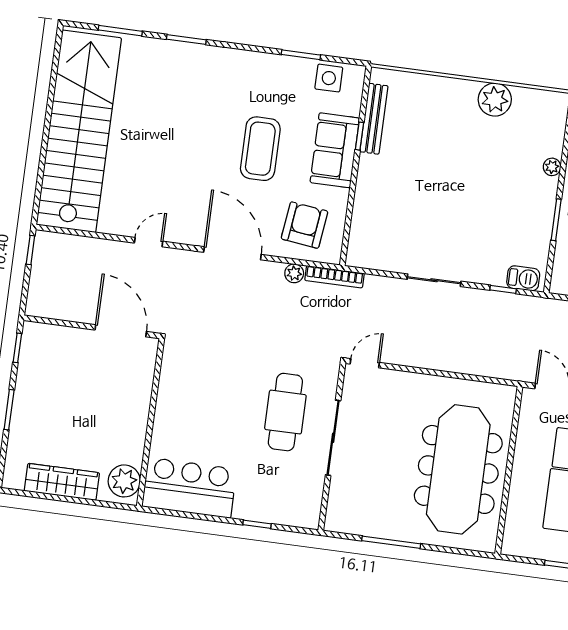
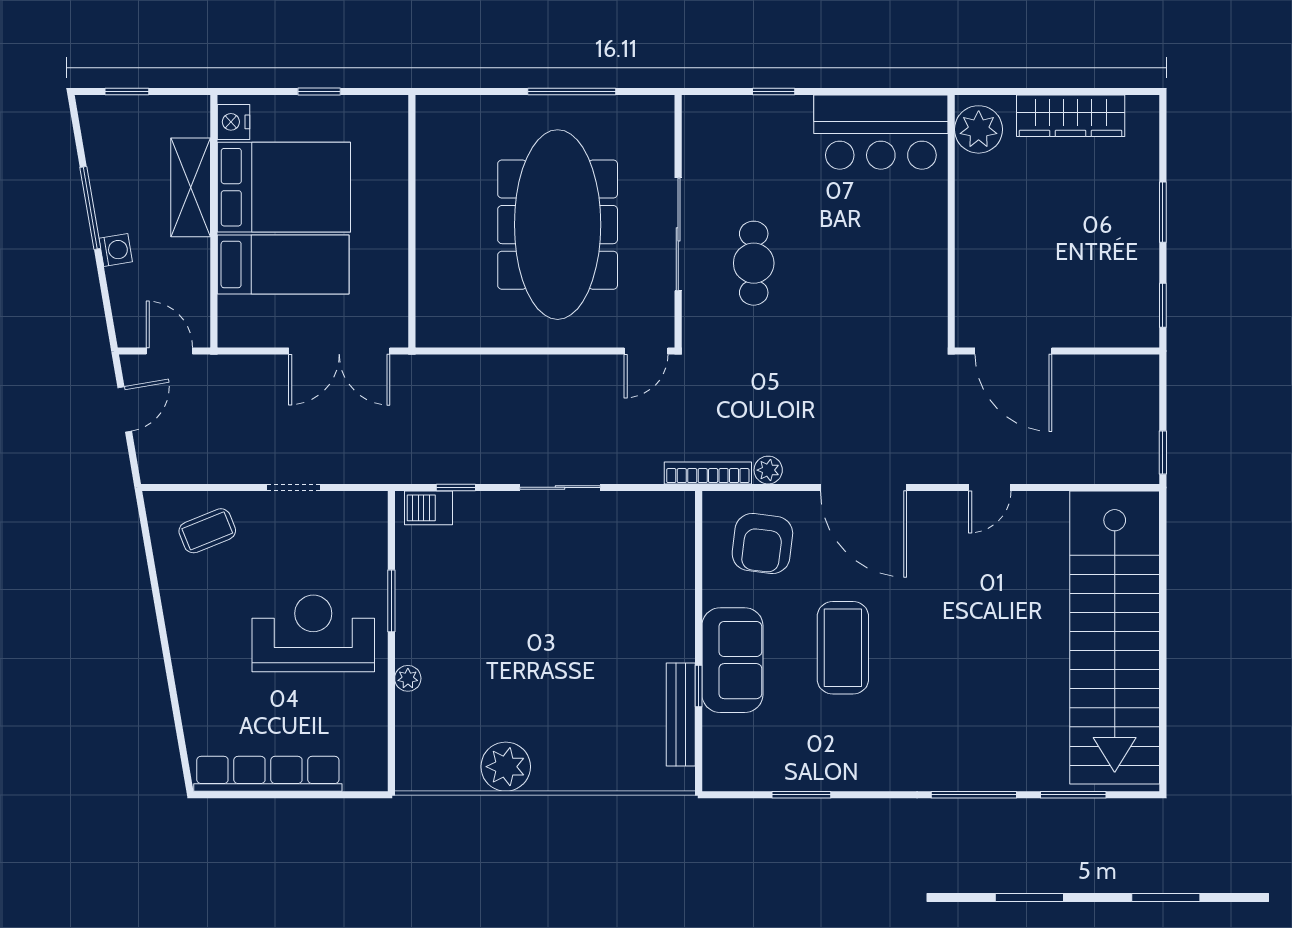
window: (186, 39) -> (974, 795), width x1.44
side table: (329, 78) -> (755, 766), removed
cafe table: (285, 412) -> (754, 263), width x0.73, depth x0.74
meeting table: (458, 469) -> (558, 225), moved

